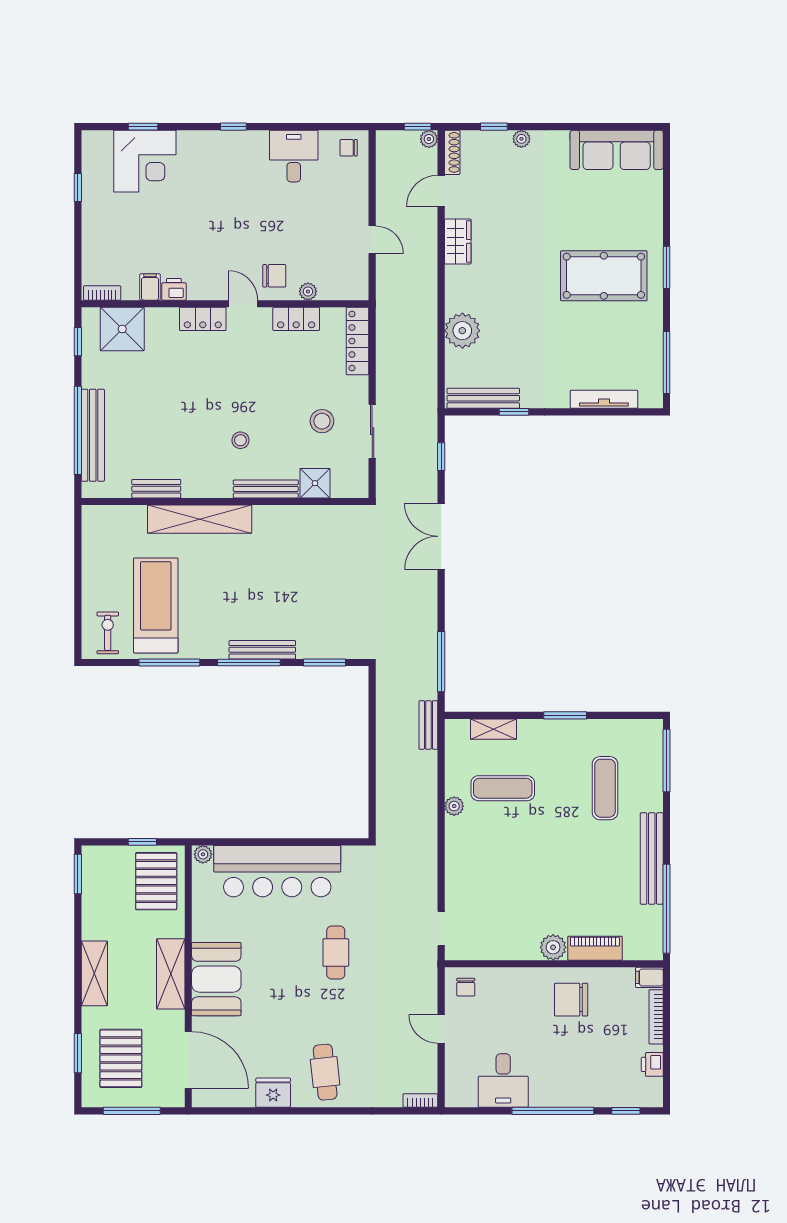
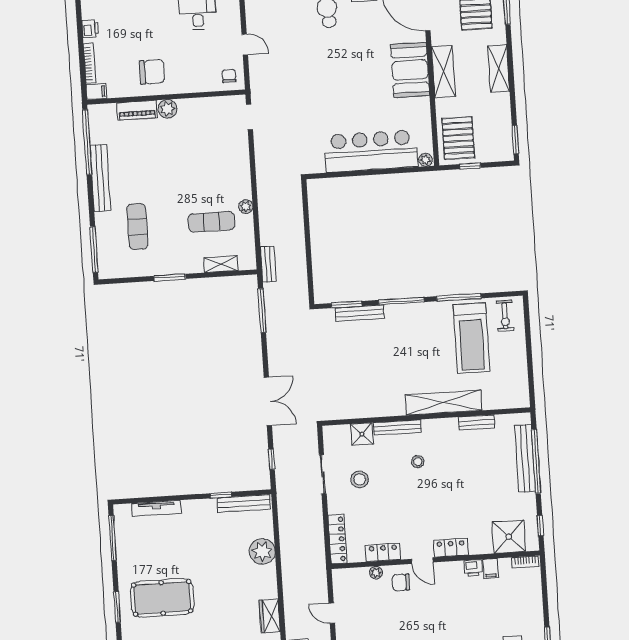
bench: (262, 650) -> (360, 313), moved
cafe table: (336, 953) -> (325, 95), removed

